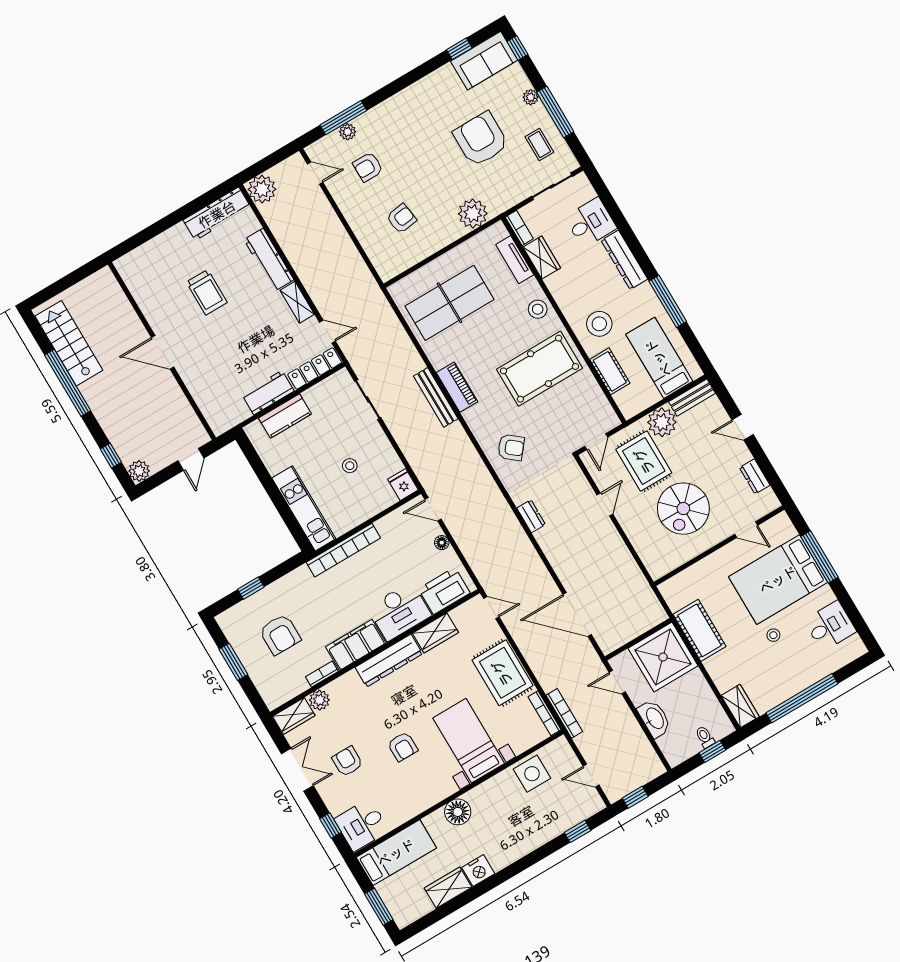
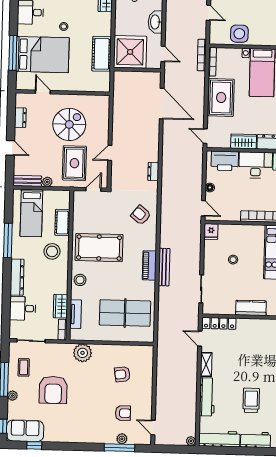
plant: (262, 189) -> (191, 441), width x0.53, depth x0.53
workbench: (268, 393) -> (255, 440), moved, turned 180
plant: (662, 422) -> (47, 182), width x0.53, depth x0.53

